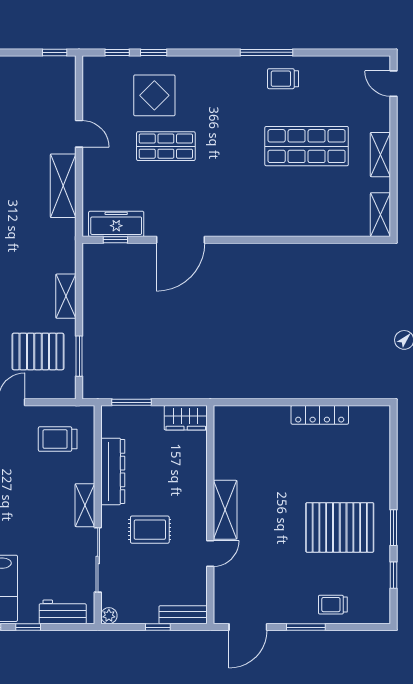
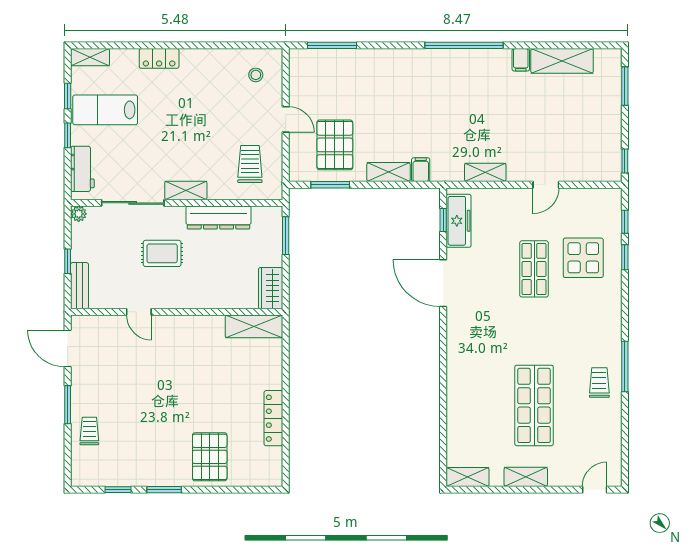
shelving: (63, 186) -> (485, 172), width x0.67, depth x0.75
filing cabinet: (64, 263) -> (421, 170), added
shelving: (225, 510) -> (254, 326), moved
pallet: (340, 527) -> (210, 457), moved, width x0.73, depth x0.71
rug: (150, 530) -> (162, 253), turned 90

